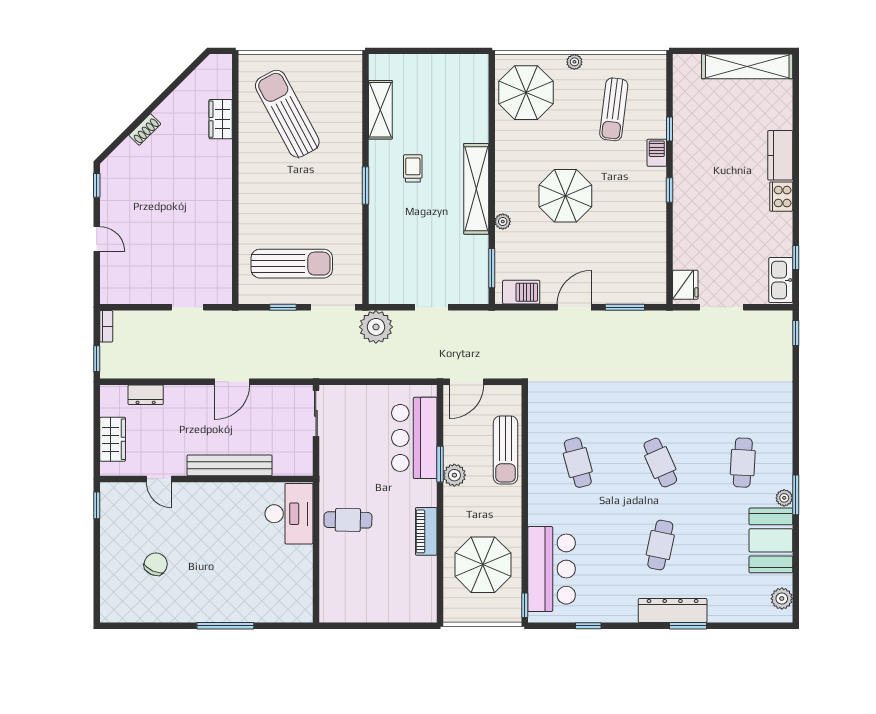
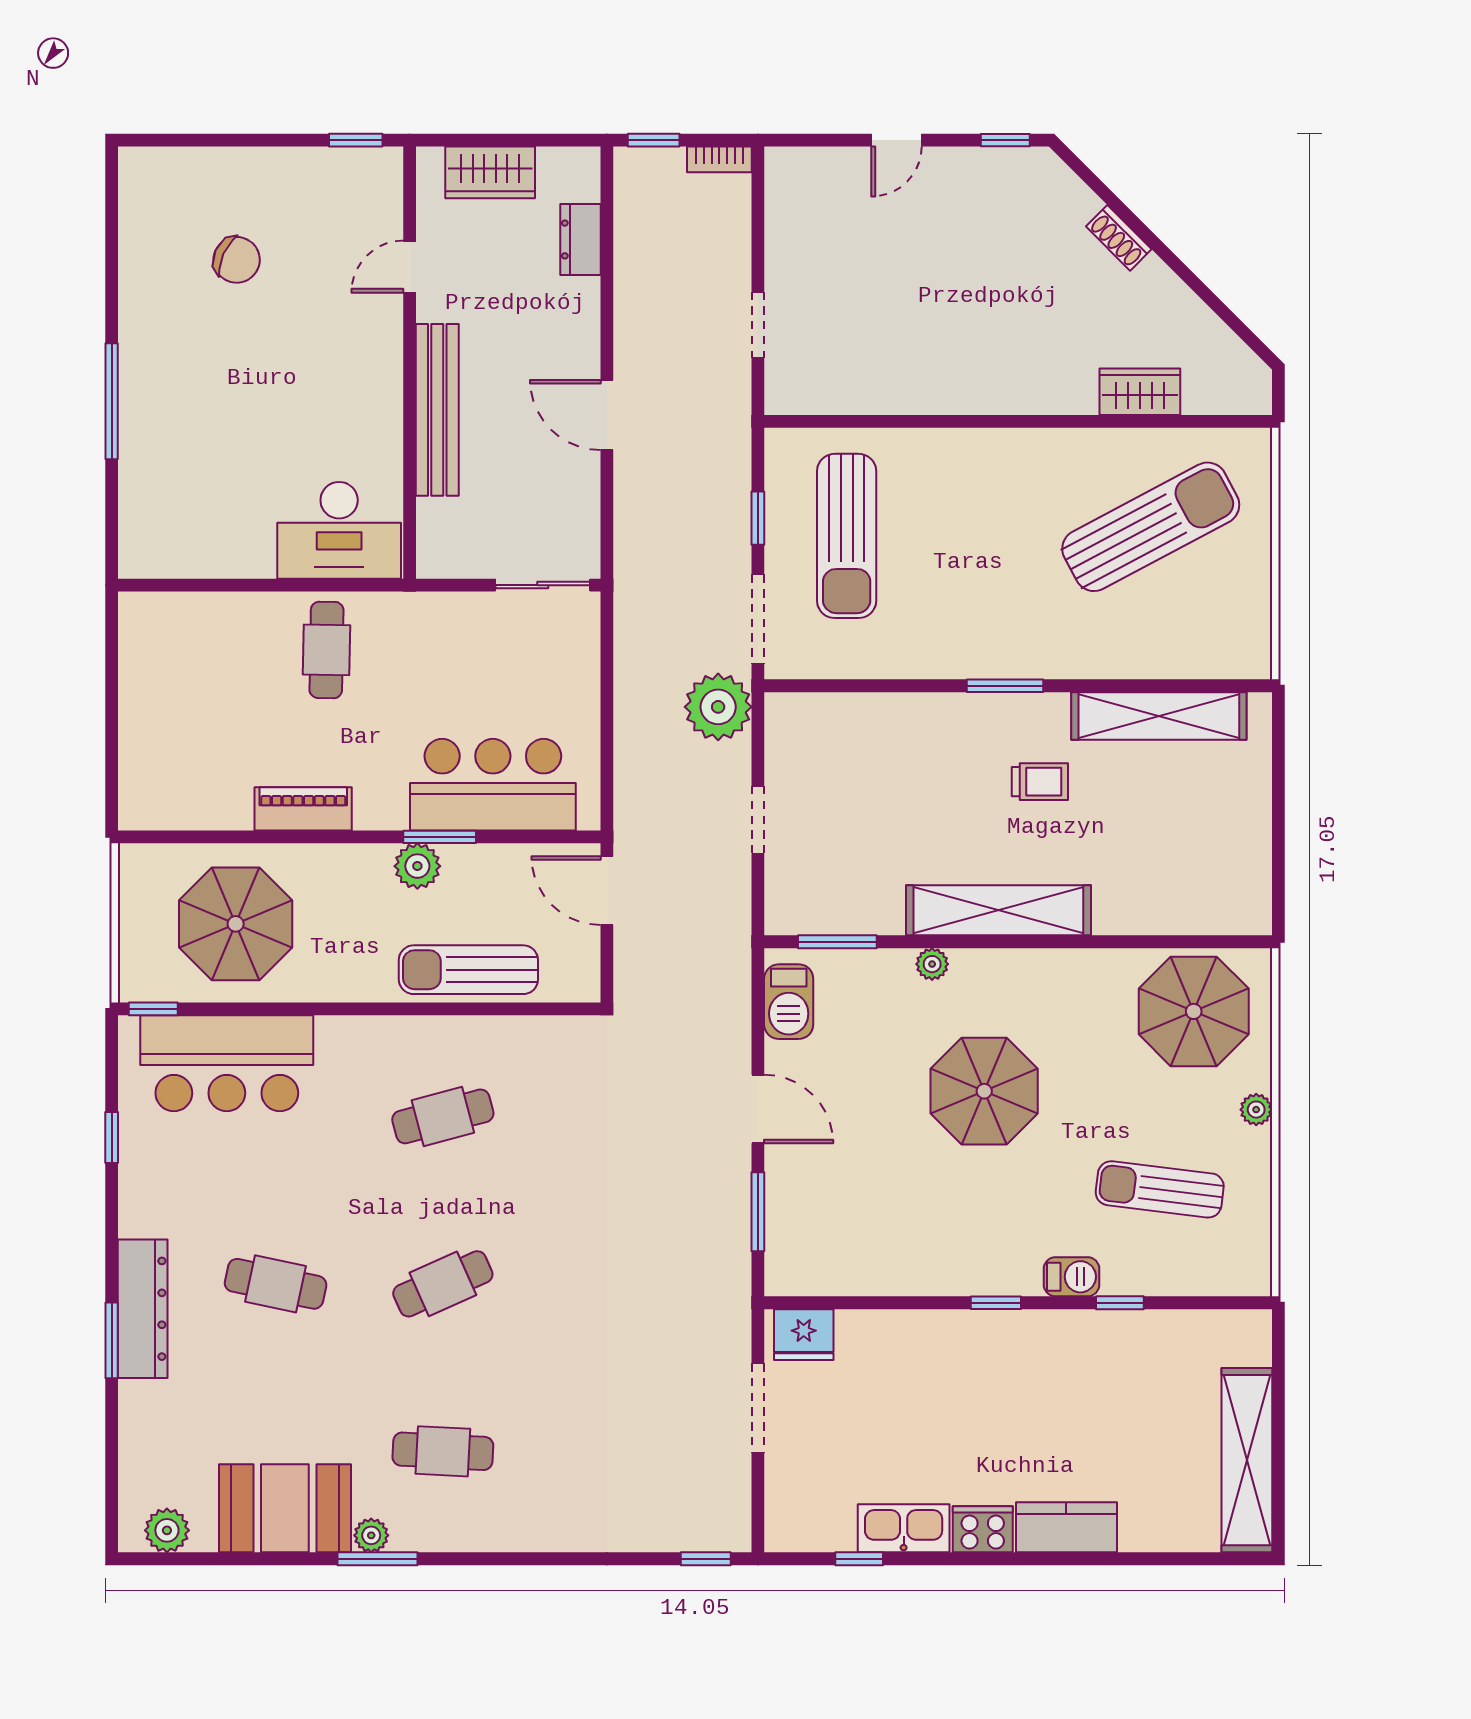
shelving: (380, 110) -> (1159, 716), width x1.47
kitchen sink: (781, 280) -> (904, 1528), moved

